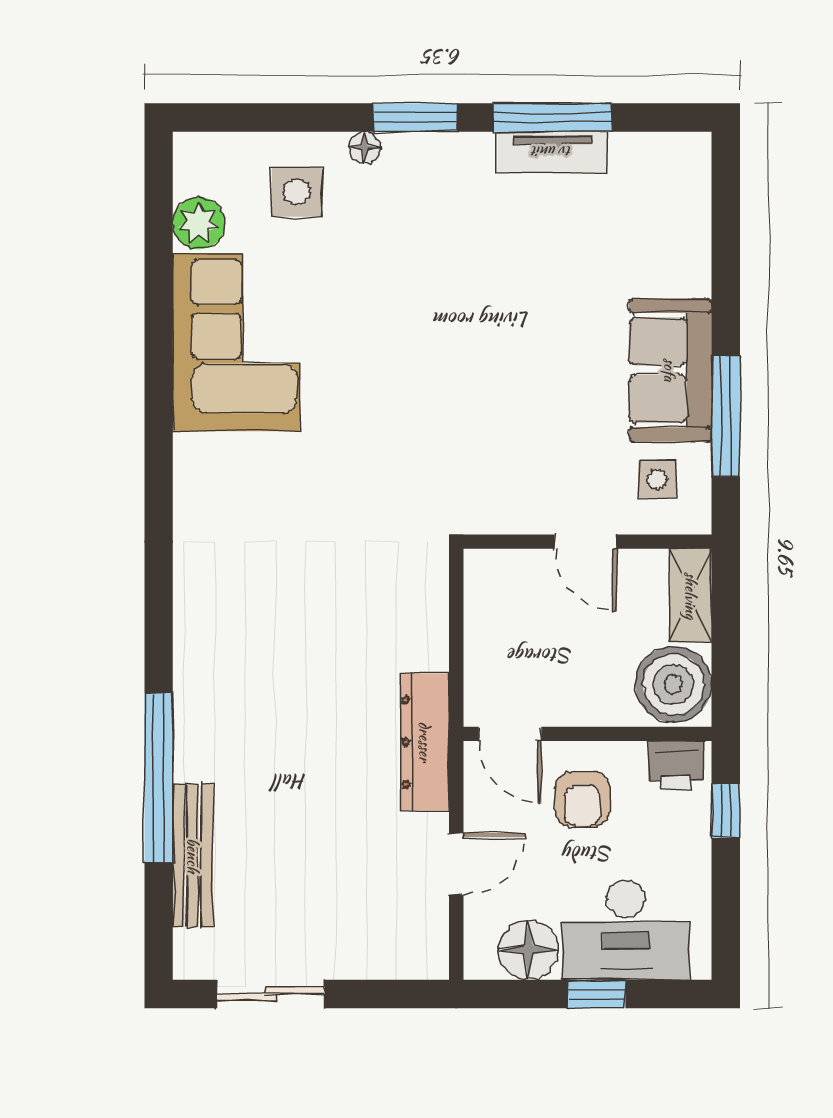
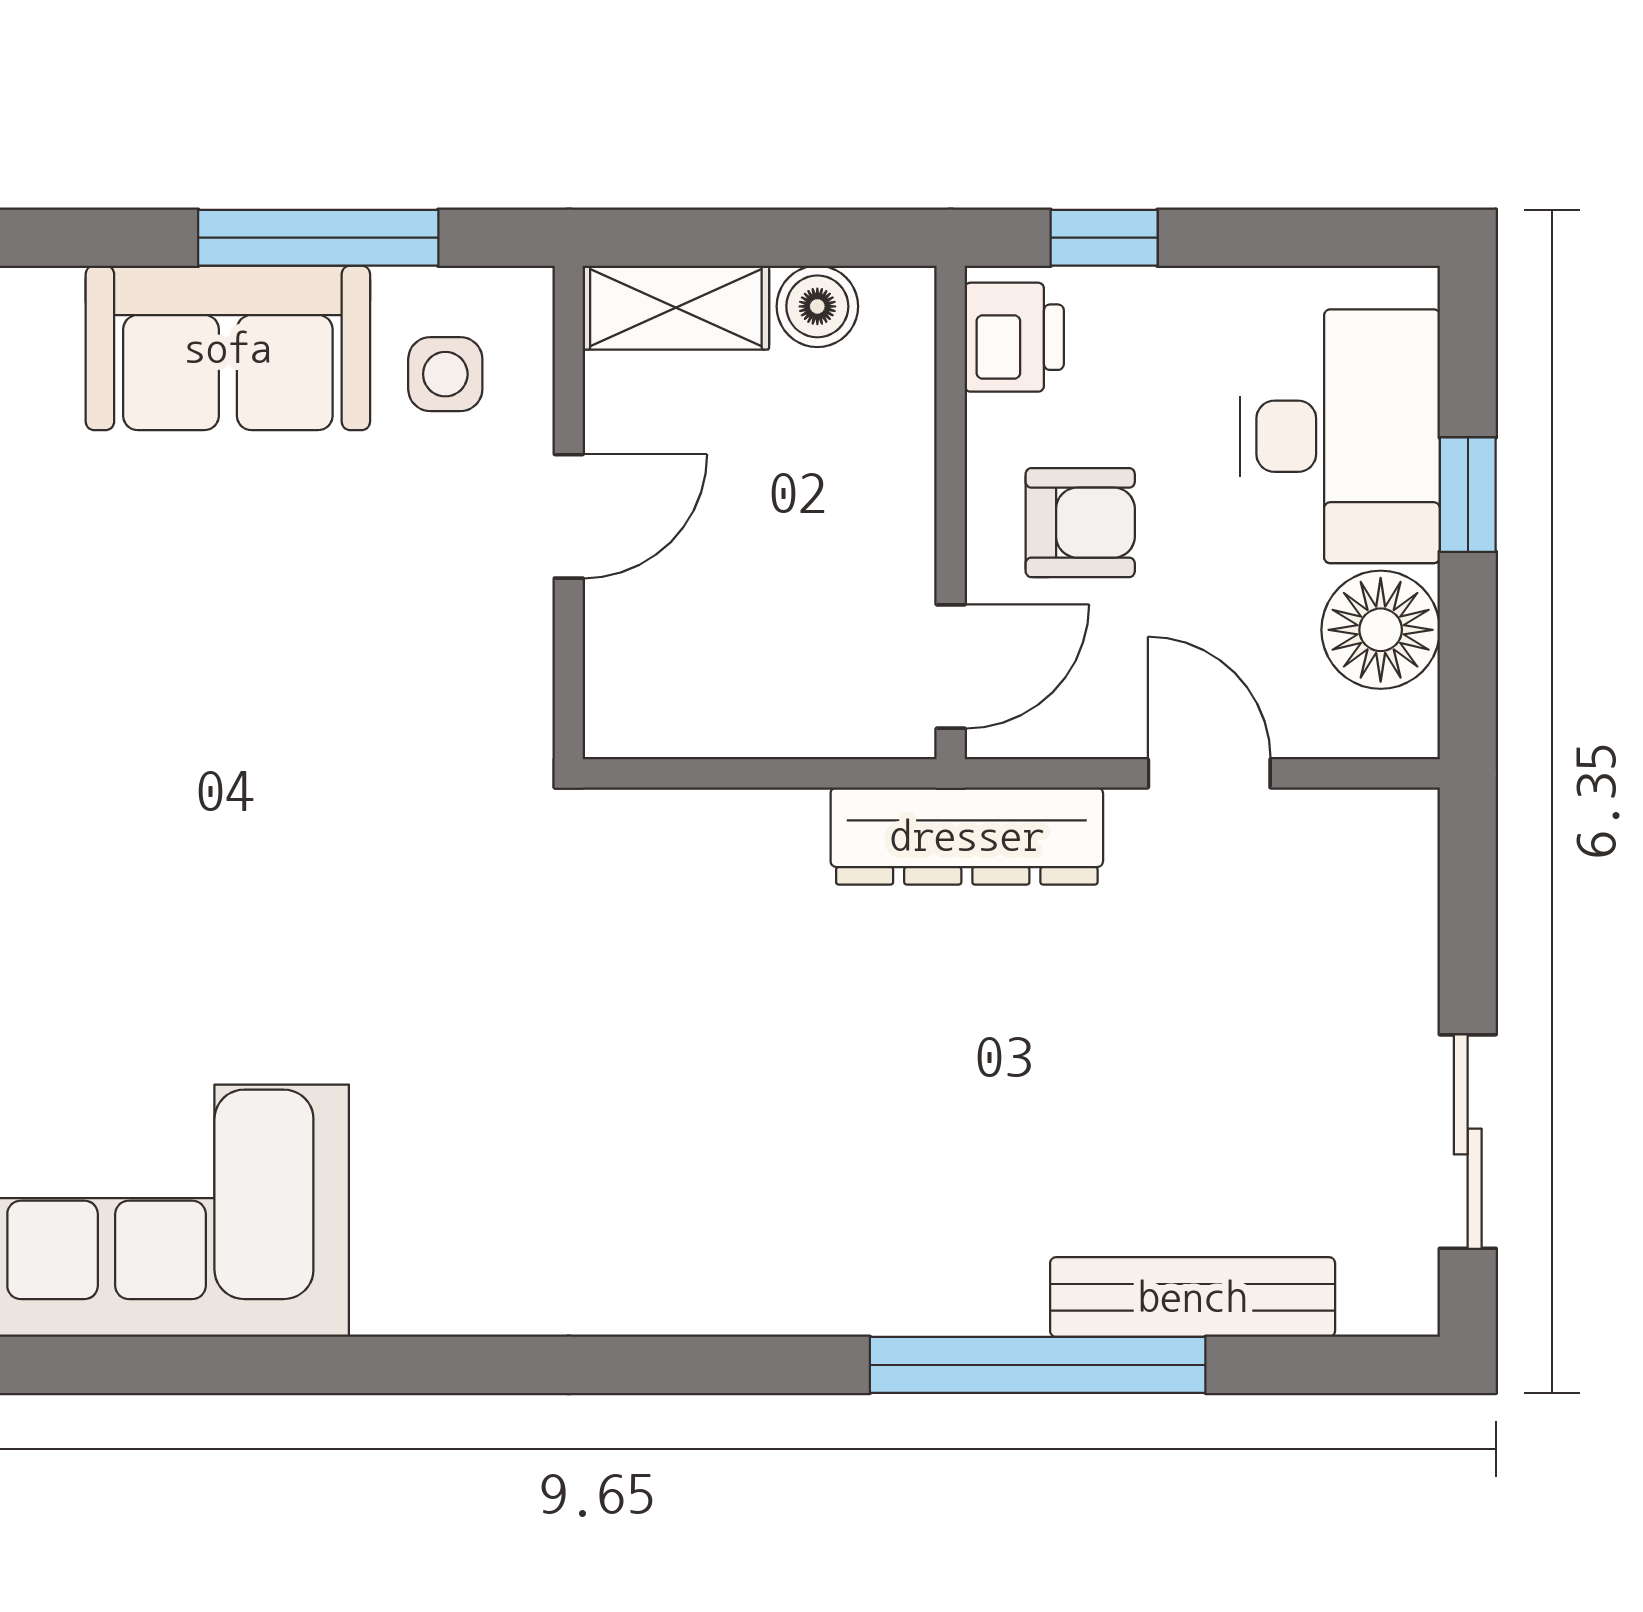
boiler: (674, 684) -> (817, 306), width x0.54, depth x0.54

